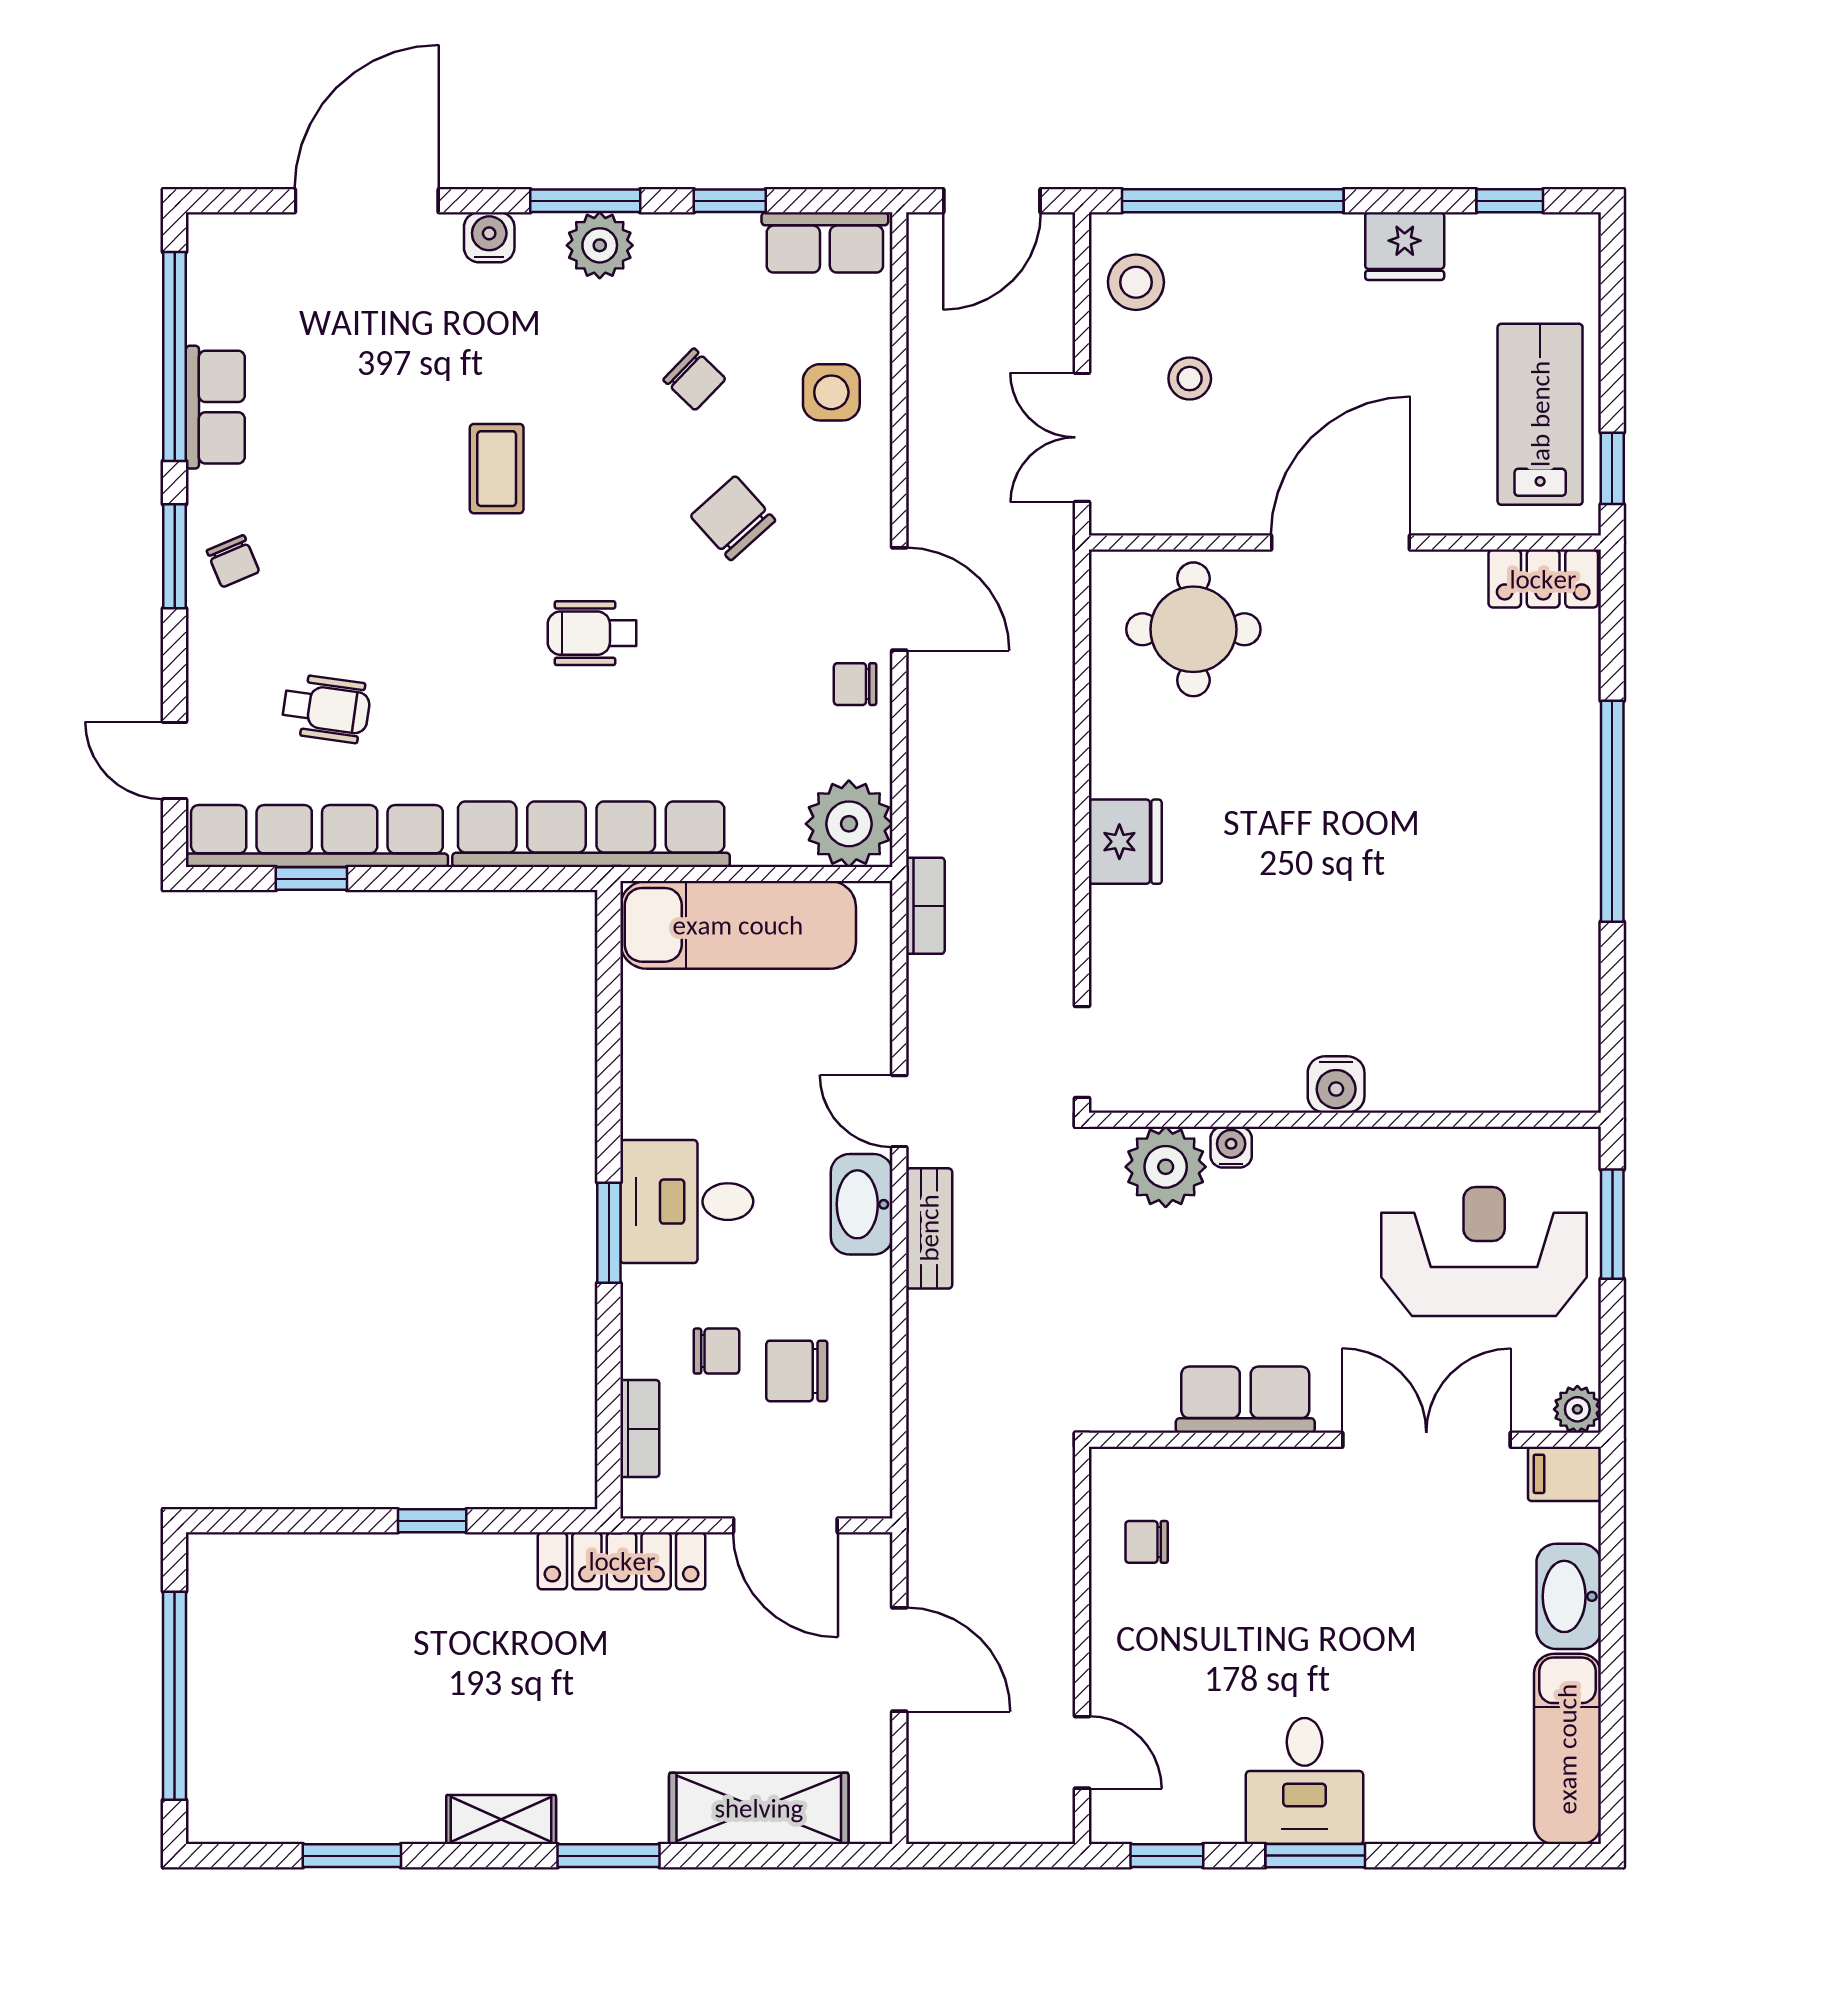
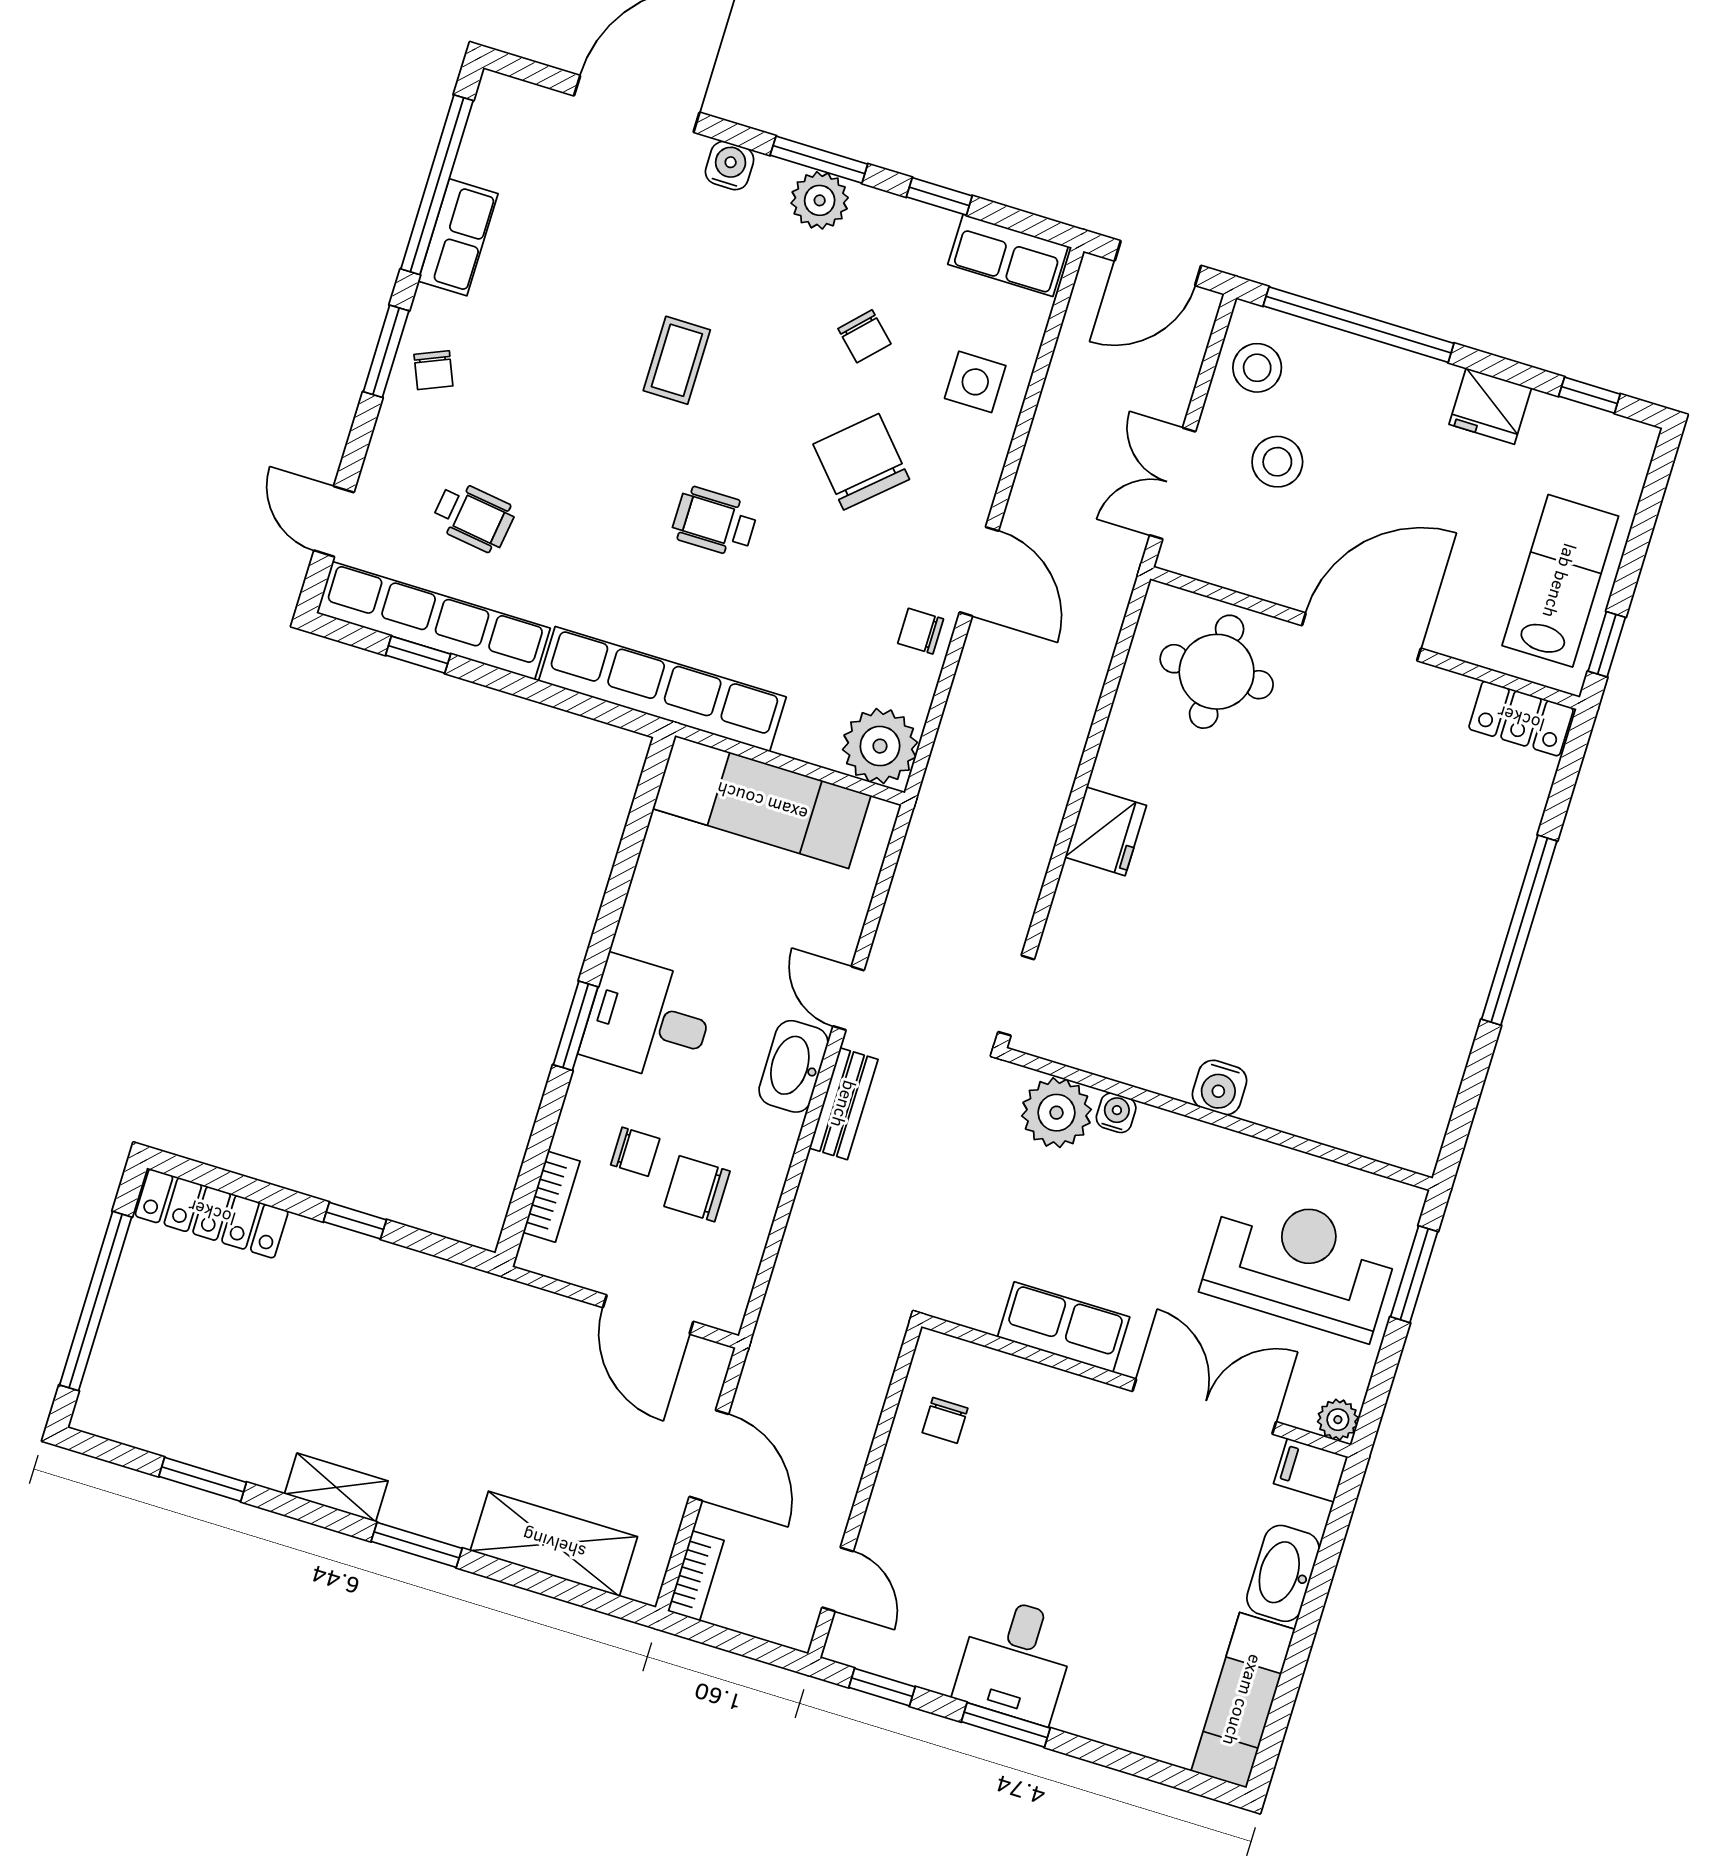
stool: (1190, 379) -> (1277, 462), width x1.37, depth x1.37
chair: (733, 518) -> (861, 462), width x1.37, depth x1.37
bookcase: (925, 906) -> (696, 1576), moved
chair: (1147, 1542) -> (945, 1420), turned -90
locker: (622, 1561) -> (212, 1213), moved

